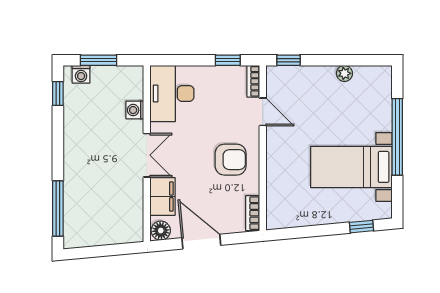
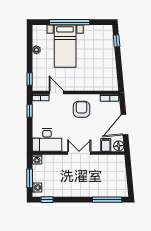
washing machine: (135, 110) -> (37, 159), moved
door: (263, 112) -> (57, 92), hinge flipped
bed with nightstands: (351, 167) -> (65, 46), moved
filing cabinet: (163, 196) -> (106, 145), width x0.50

